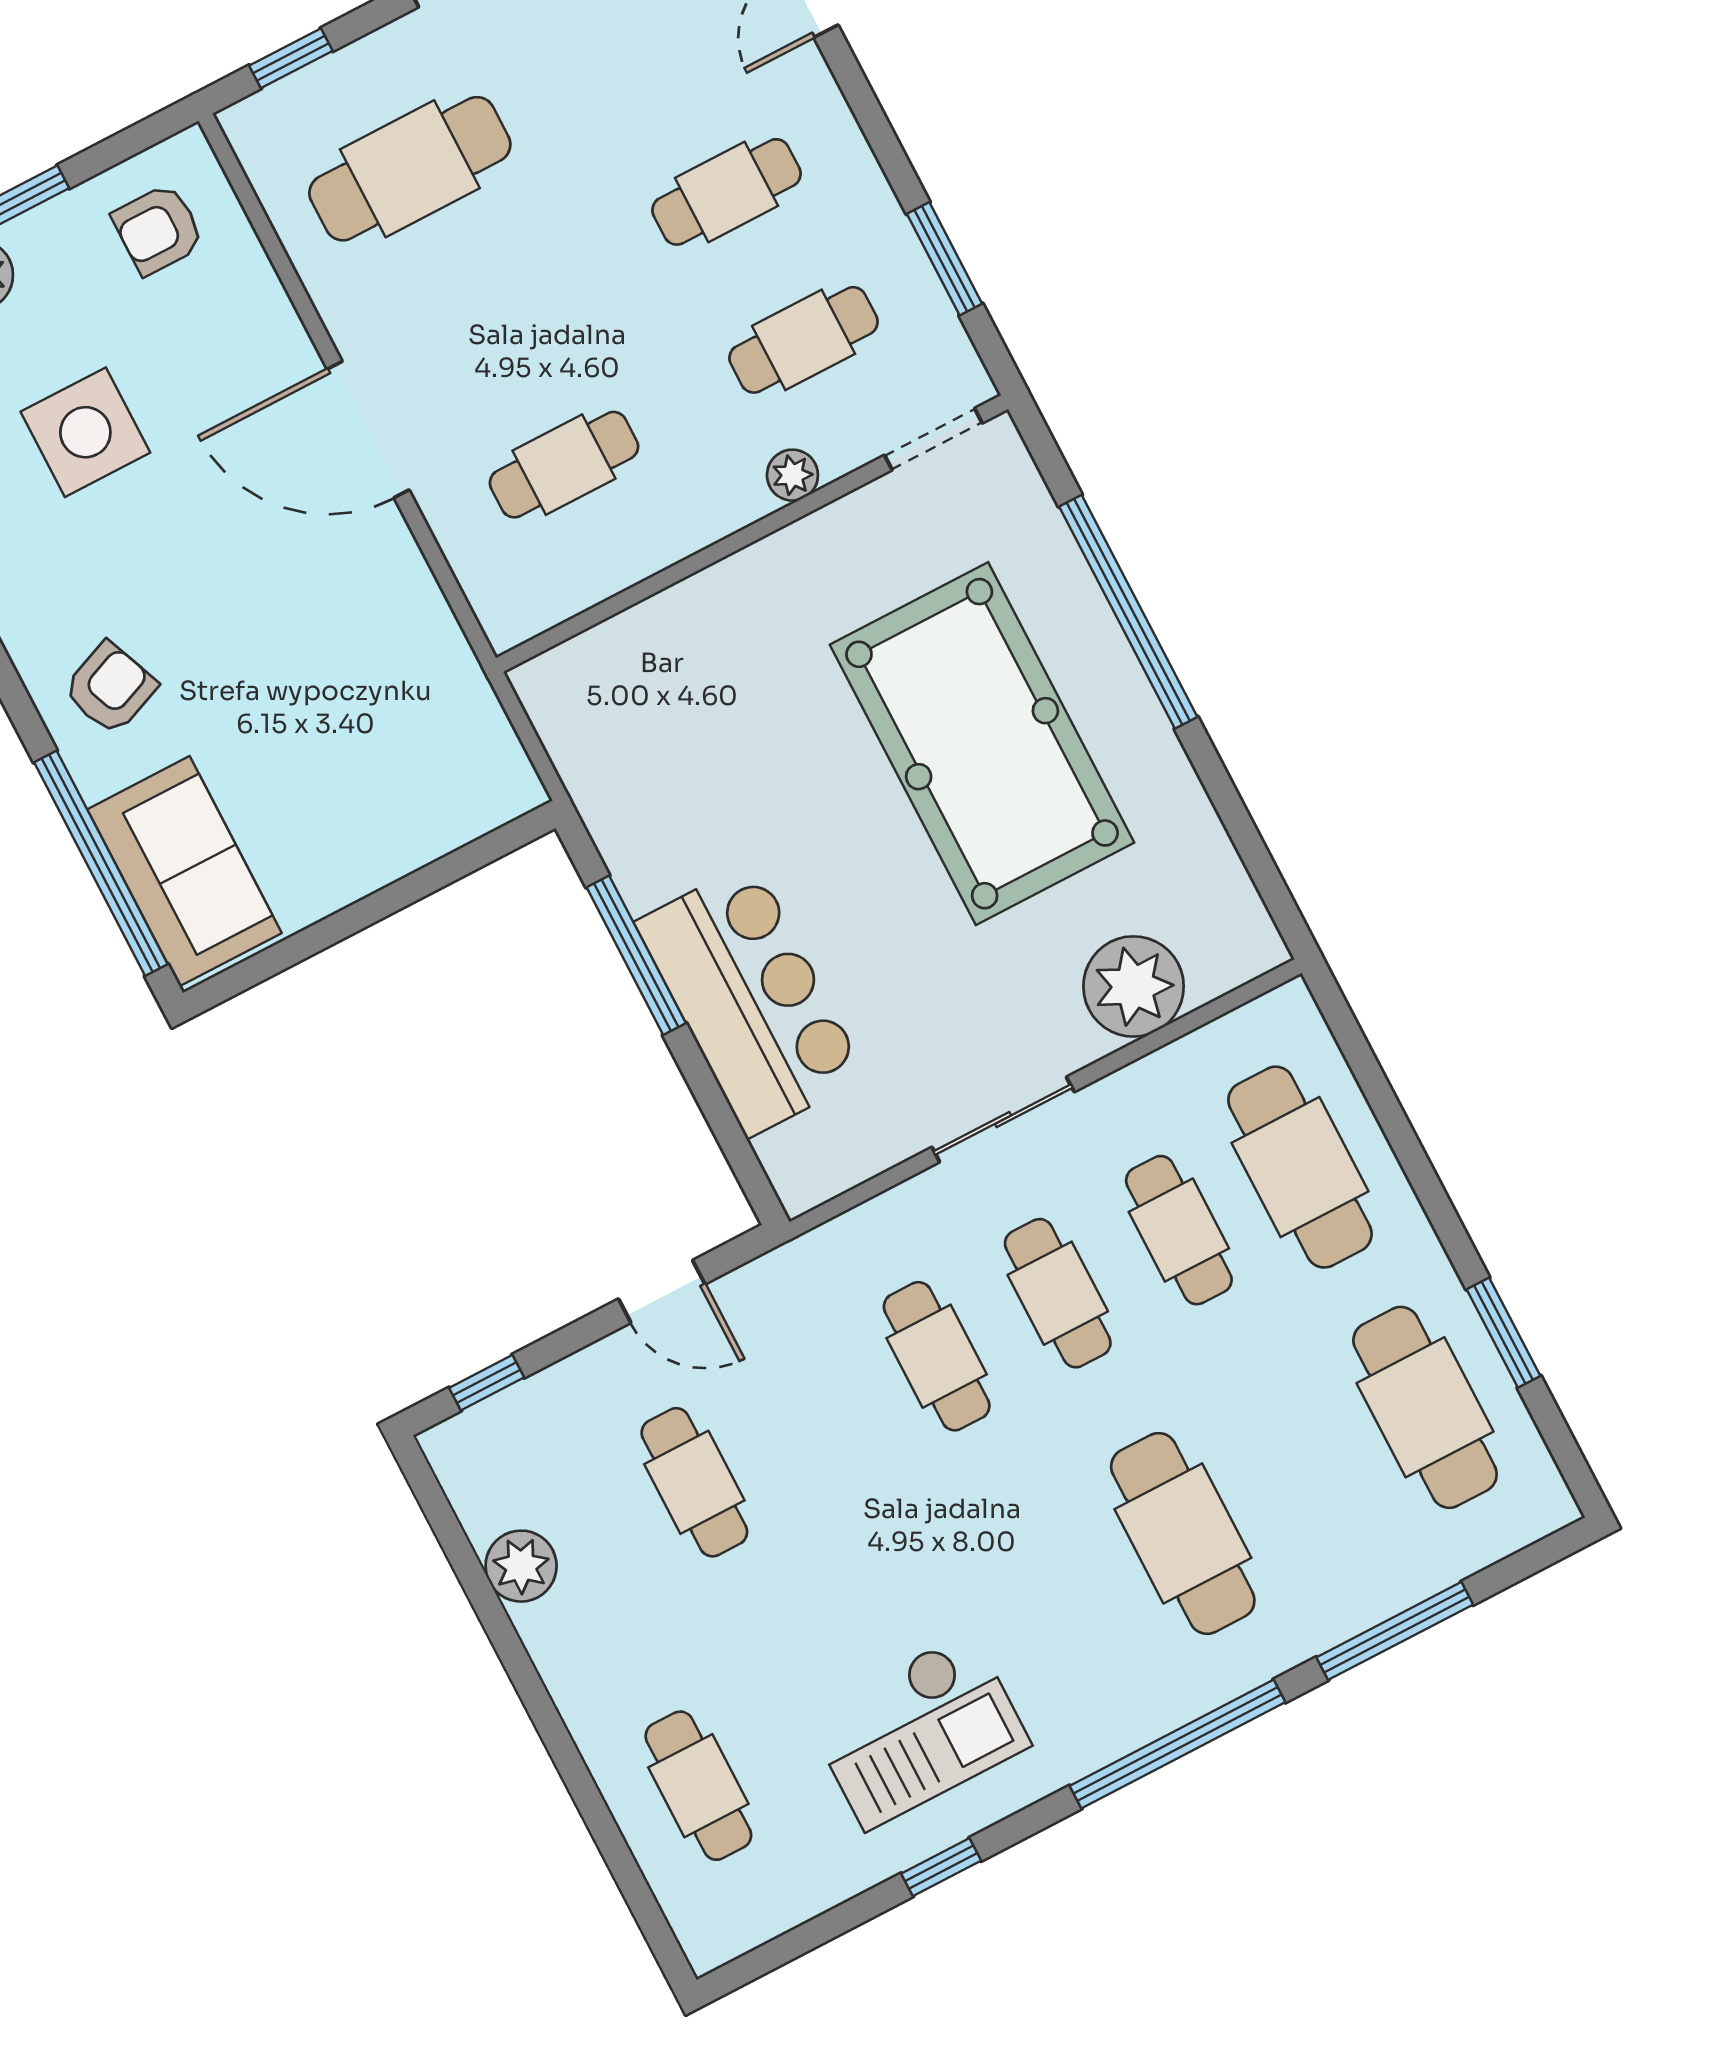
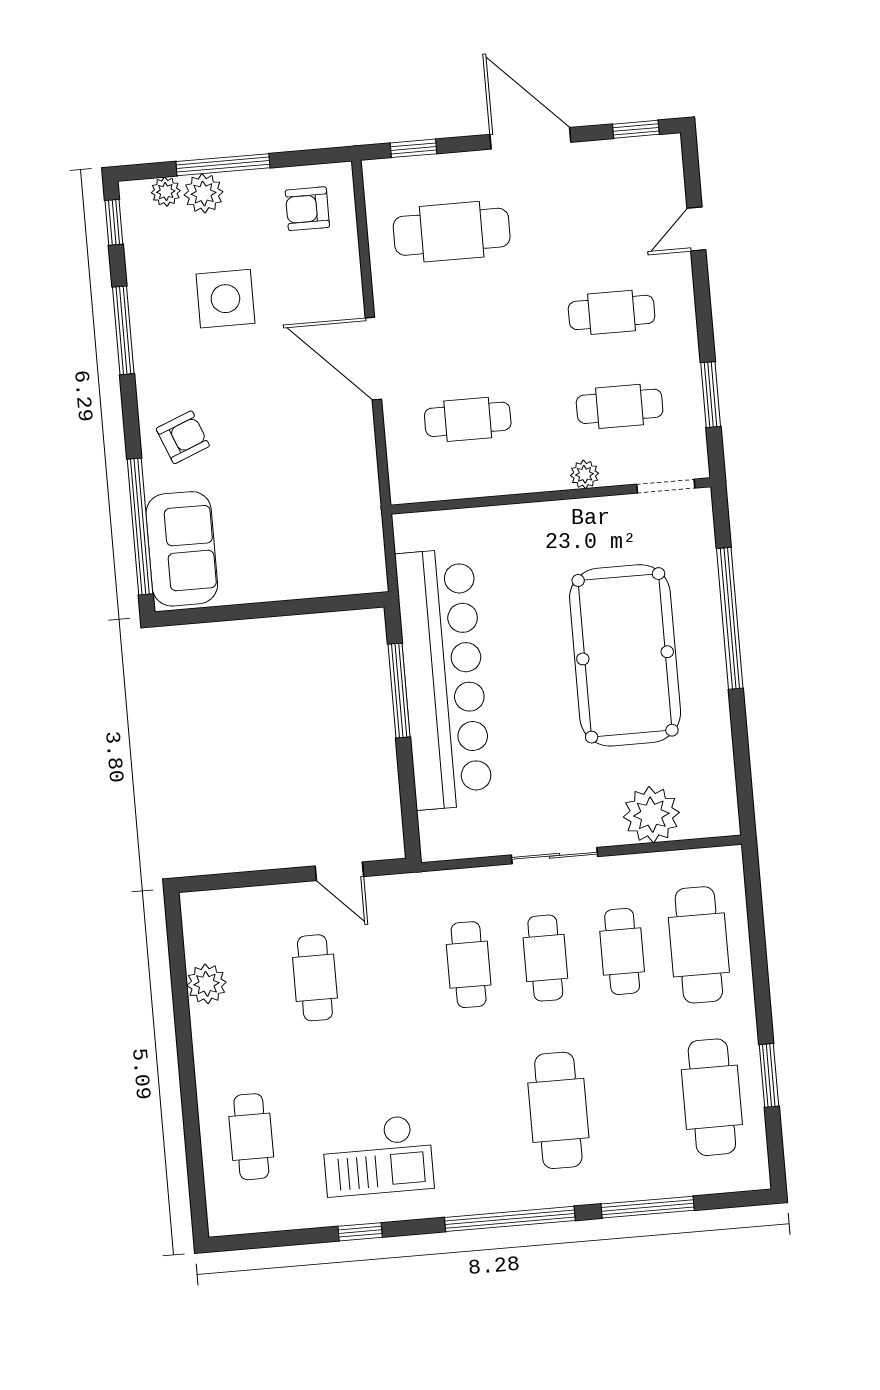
bar counter: (750, 999) -> (444, 679), width x1.86
window: (487, 1383) -> (228, 881), removed

